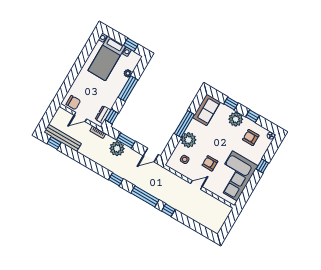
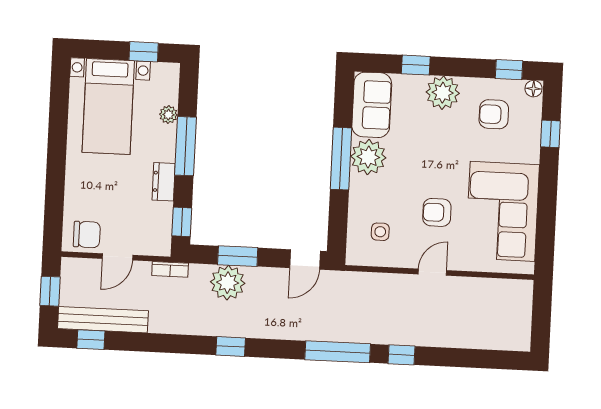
dresser: (103, 115) -> (164, 182), moved
window: (252, 116) -> (509, 70), moved
window: (48, 117) -> (50, 291), added
plant: (188, 140) -> (368, 157), moved
window: (262, 166) -> (550, 134), moved
window: (116, 179) -> (231, 347), moved

